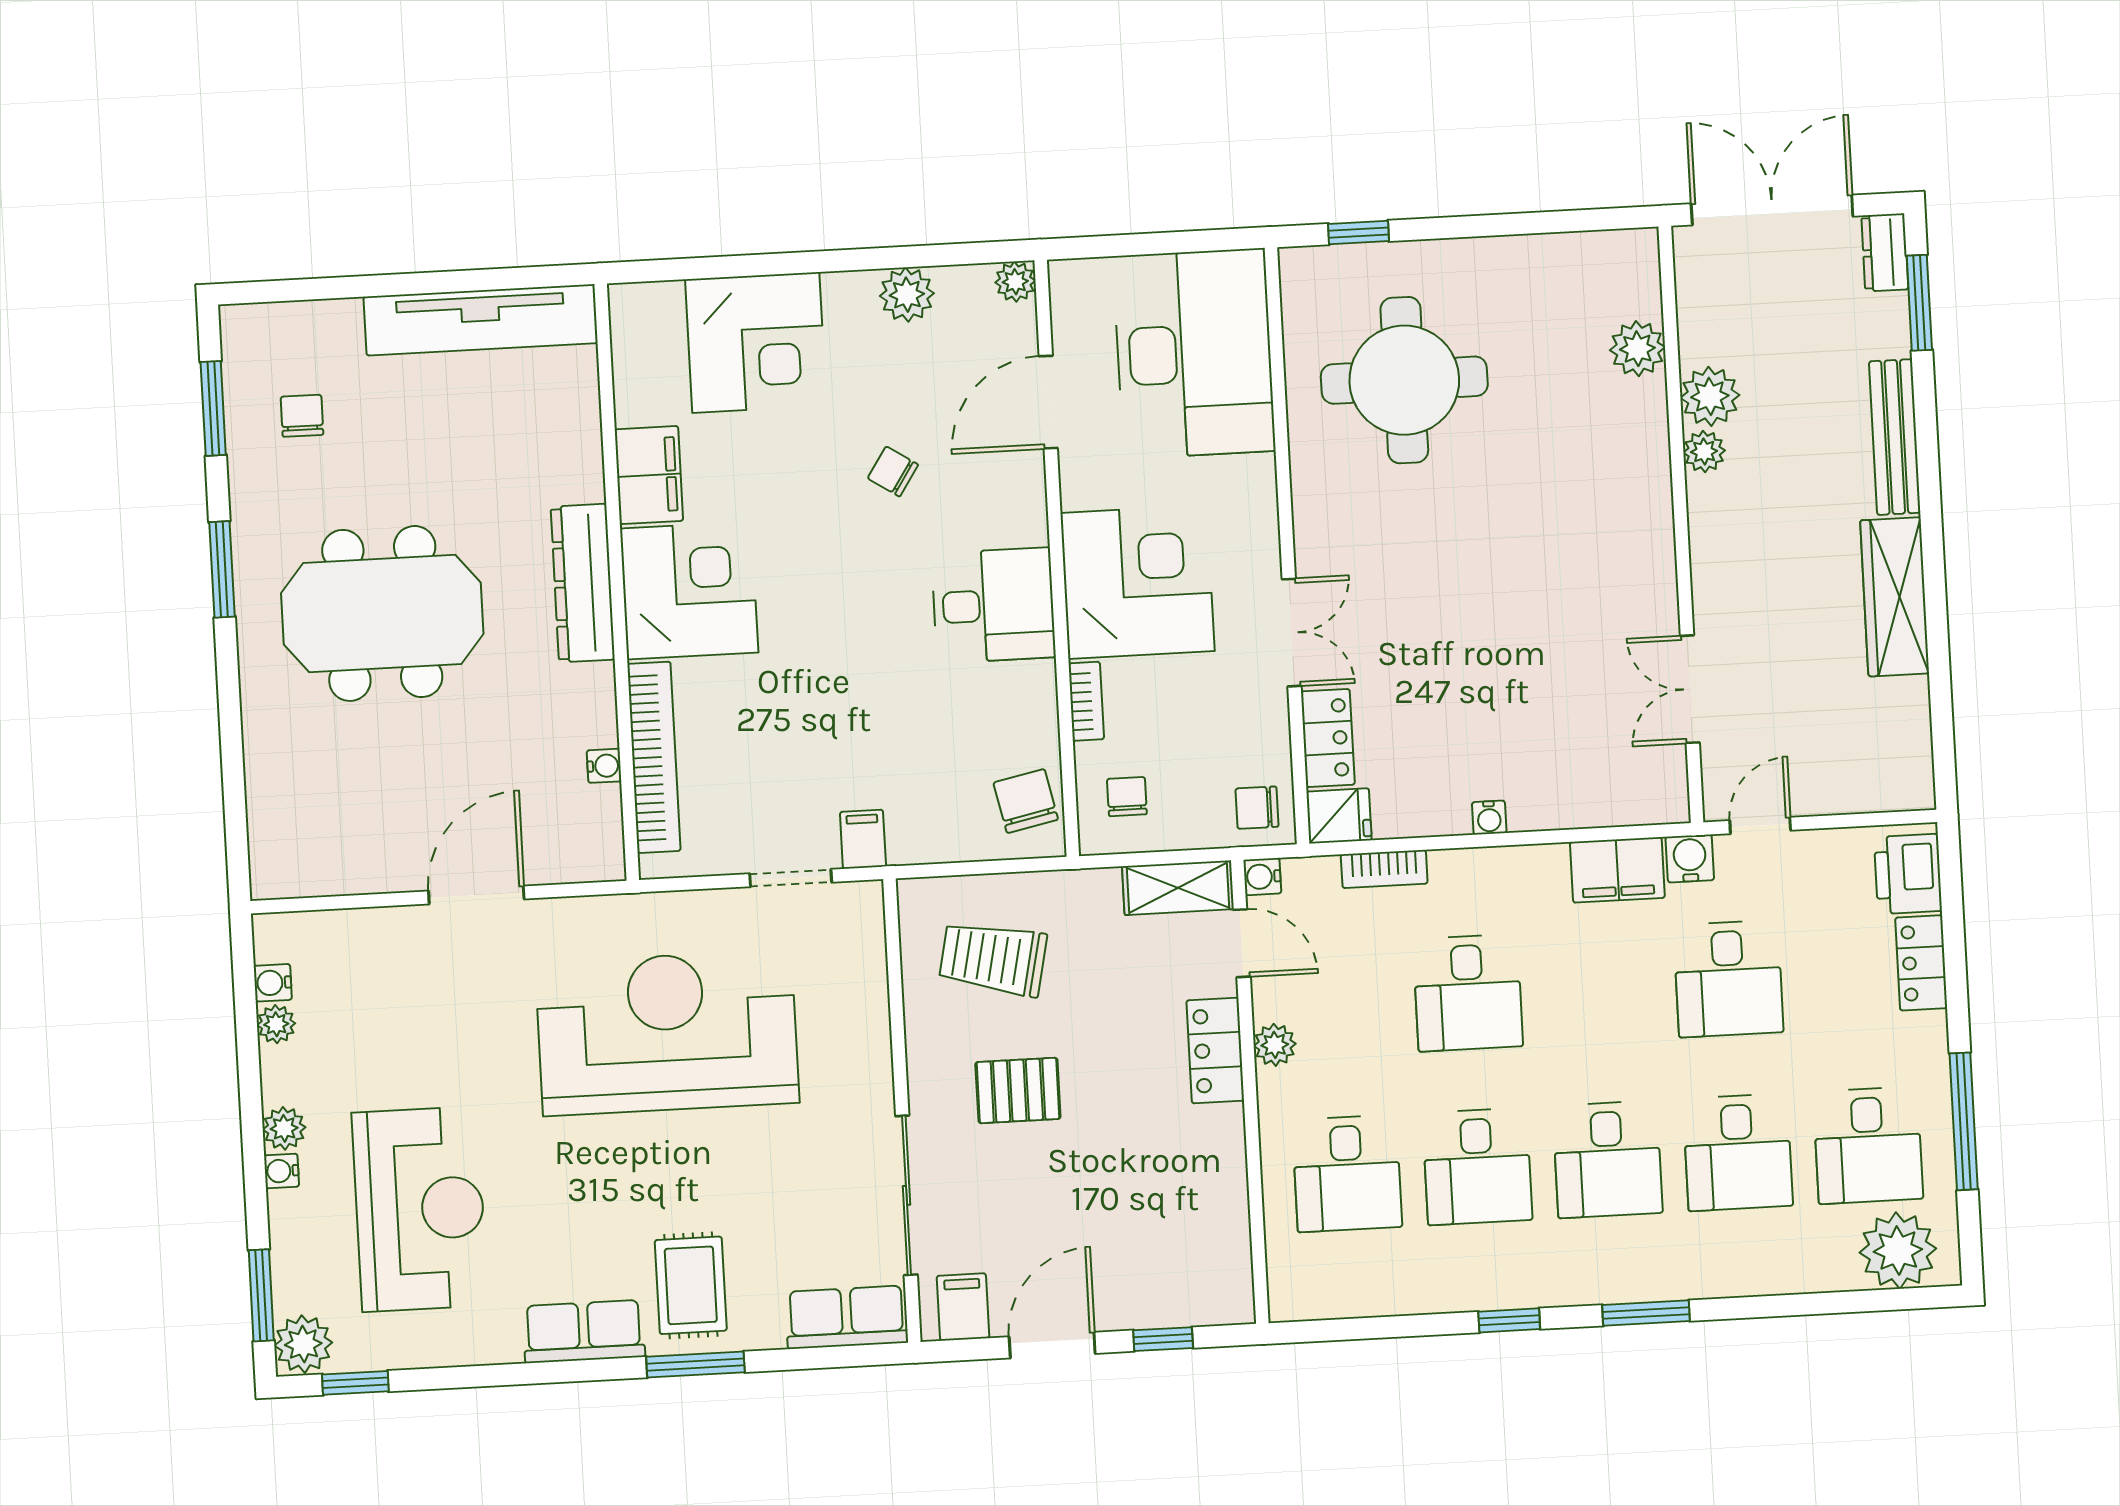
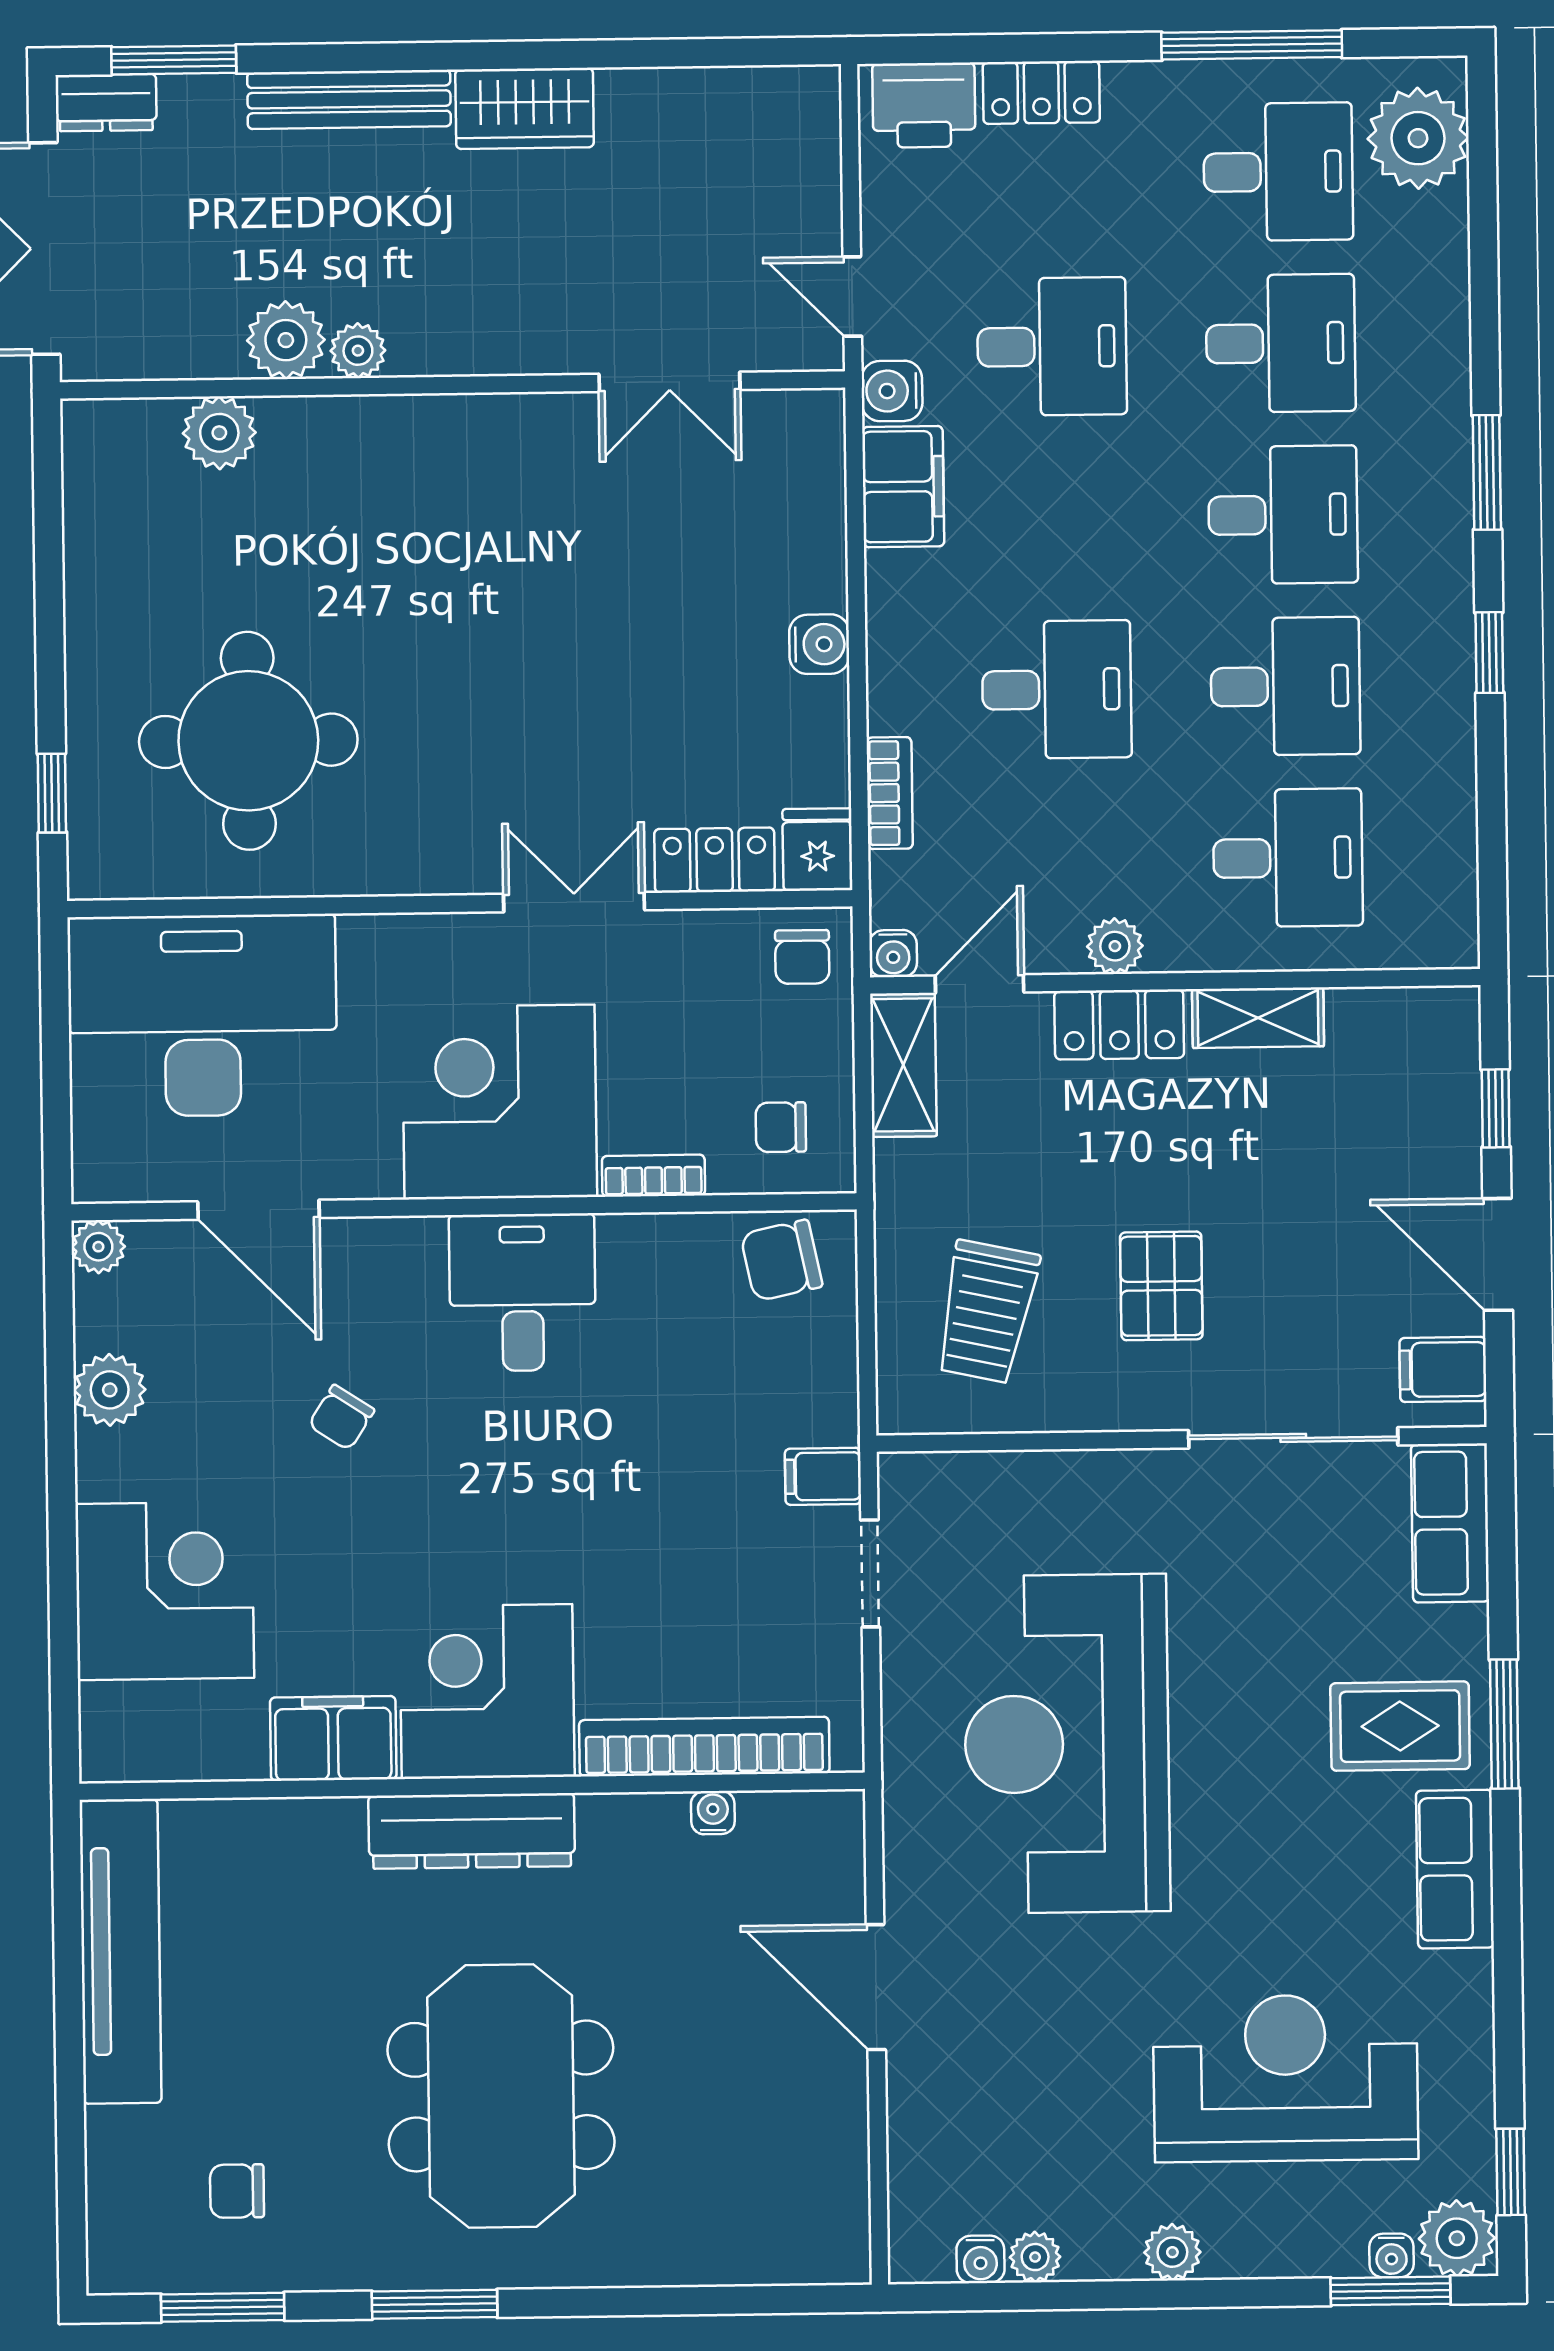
wardrobe: (1895, 597) -> (525, 108), width x0.67
water cooler: (1489, 818) -> (819, 644), width x1.38, depth x1.38
shelving: (1225, 1156) -> (1258, 1018), added
water cooler: (281, 1171) -> (1391, 2256), moved

